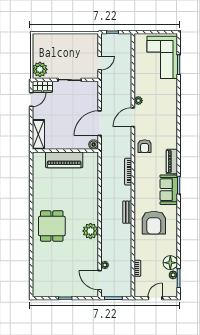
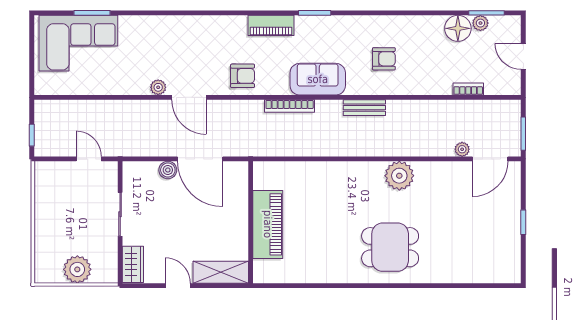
plant: (40, 69) -> (77, 269), moved
door: (31, 100) -> (178, 286), moved
boiler: (94, 145) -> (168, 170), moved
sofa: (169, 190) -> (318, 79), moved, turned 180
armchair: (154, 223) -> (384, 59), width x0.53, depth x0.53

